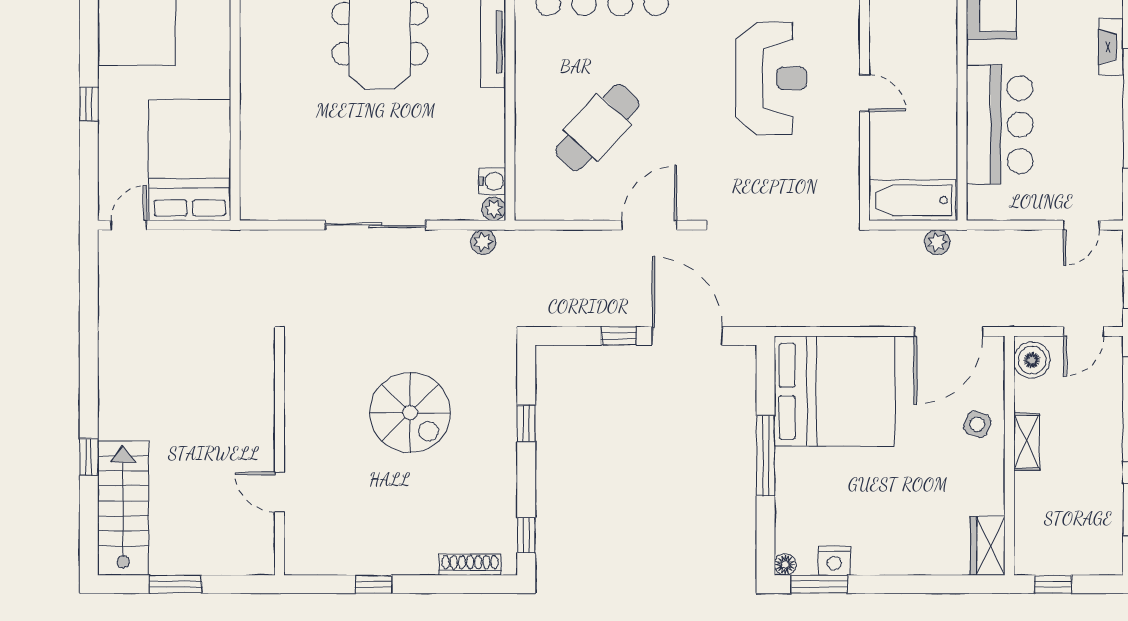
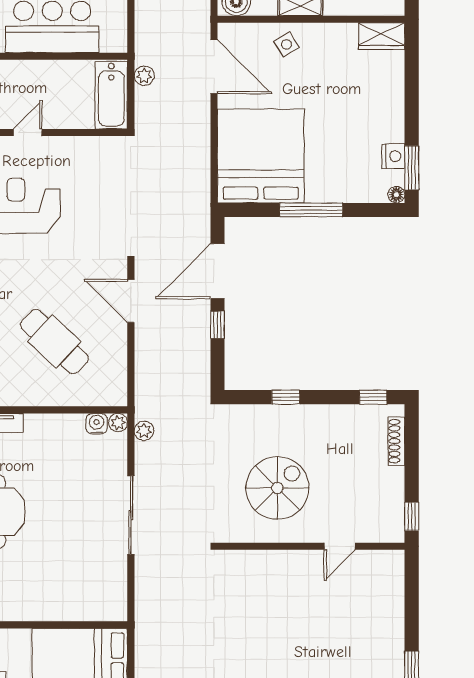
side table: (977, 424) -> (287, 44), turned 38
wall: (279, 456) -> (311, 546), moved
door: (279, 492) -> (340, 546), moved

